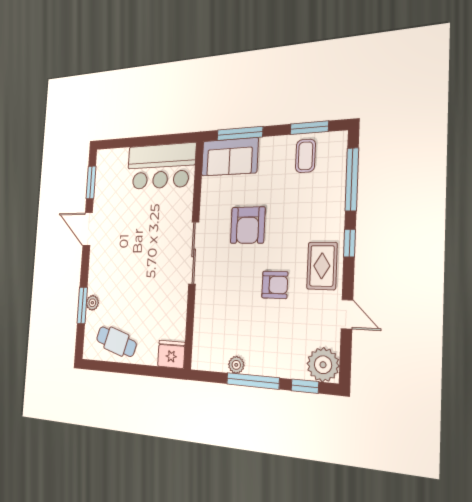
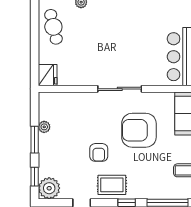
armchair: (248, 225) -> (139, 130), width x1.36, depth x1.36
cafe table: (116, 342) -> (53, 27), turned -30
window: (253, 381) -> (35, 140), width x0.69

